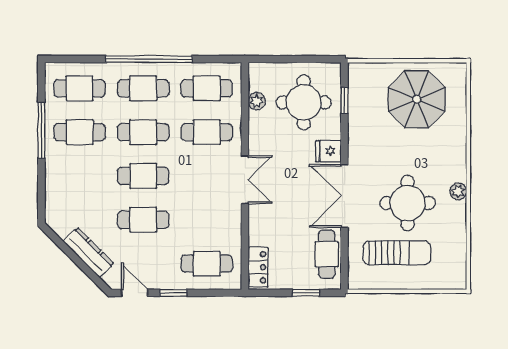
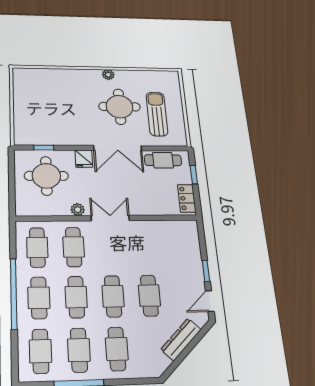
parasol: (417, 99) -> (41, 100), removed
plant: (257, 101) -> (78, 210), moved
cafe table: (207, 264) -> (117, 349), moved
locker: (258, 267) -> (187, 198), moved, turned -90

